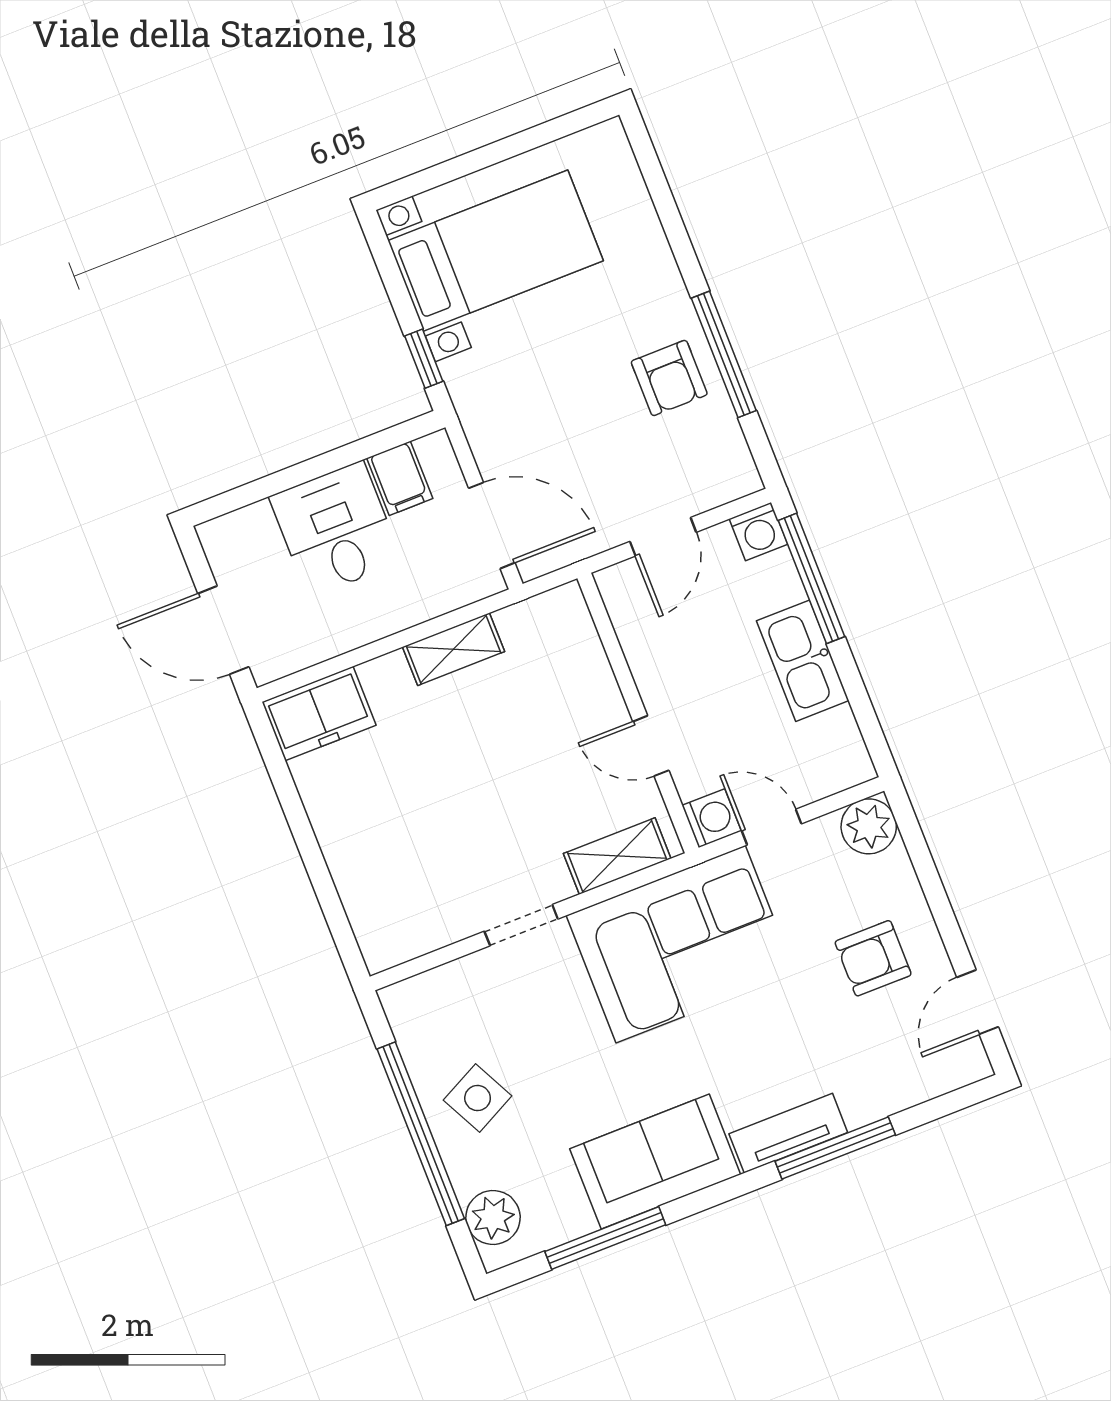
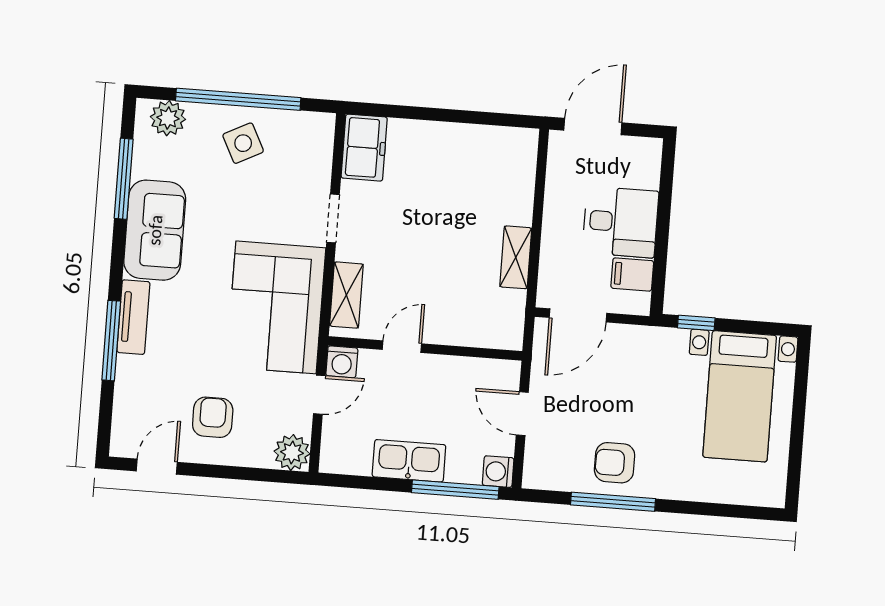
freezer: (319, 714) -> (364, 148), moved, turned 180
door: (978, 1002) -> (157, 467), hinge flipped

